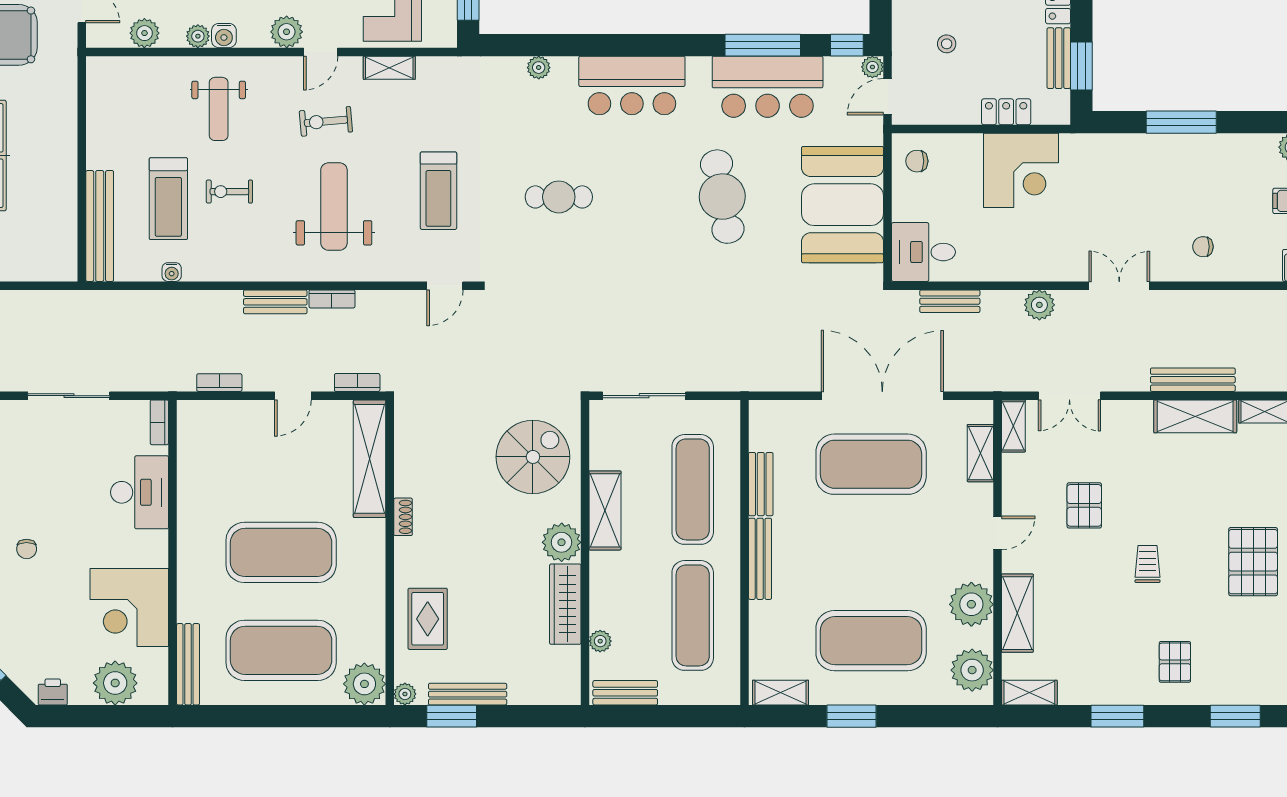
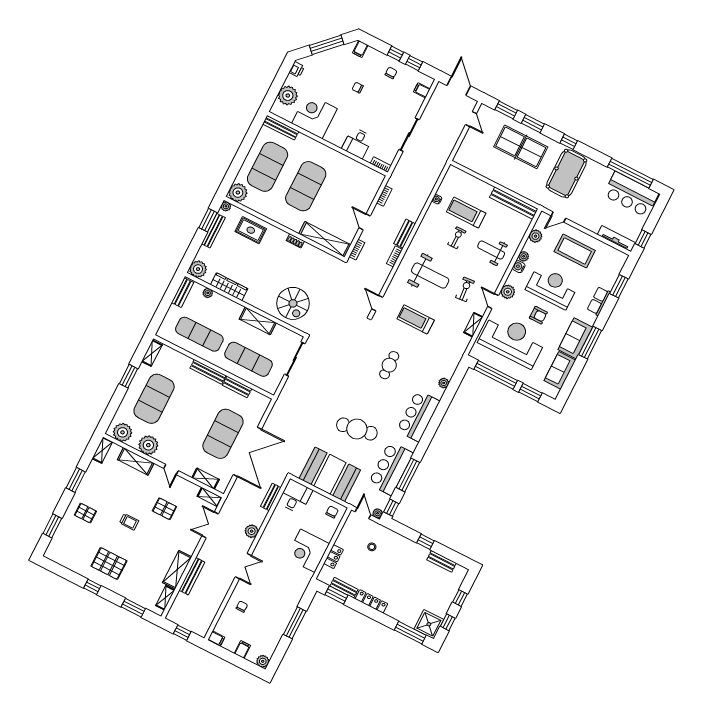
bench: (100, 226) -> (514, 203), moved
desk: (140, 492) -> (357, 143), width x0.73
plant: (562, 542) -> (198, 269), moved

